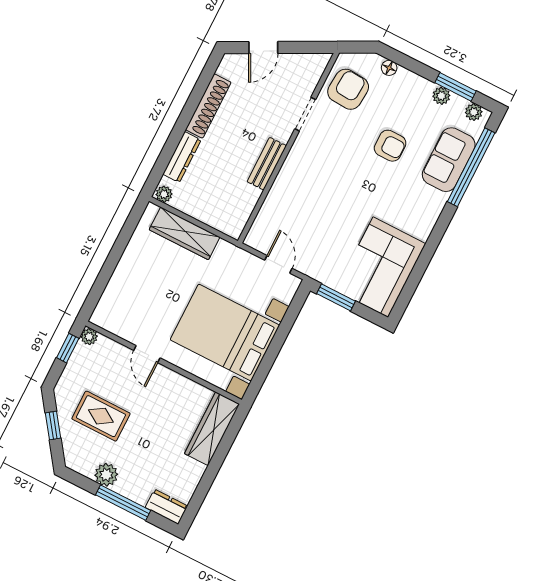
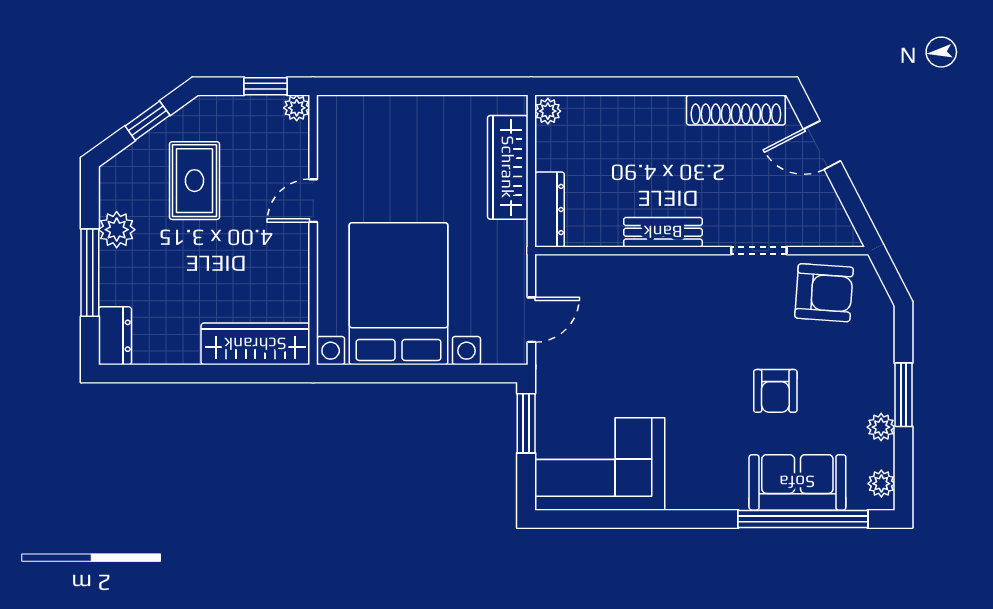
floor lamp: (389, 68) -> (883, 335), removed
window: (455, 87) -> (903, 395), moved
shoe rack: (208, 106) -> (736, 110), moved
dresser: (182, 157) -> (550, 210), moved, turned -90

